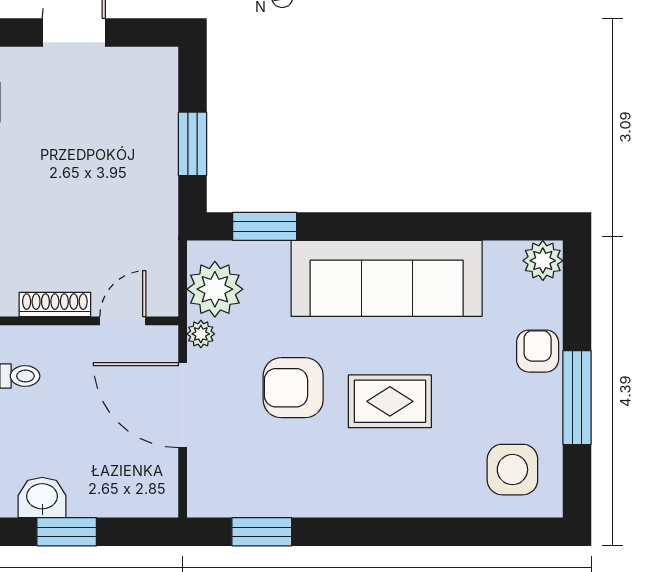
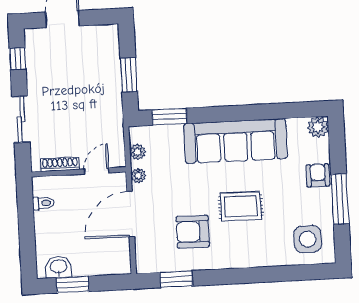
plant: (215, 289) -> (138, 152), width x0.53, depth x0.53
armchair: (293, 388) -> (193, 232), moved
door: (183, 405) -> (131, 214), hinge flipped

